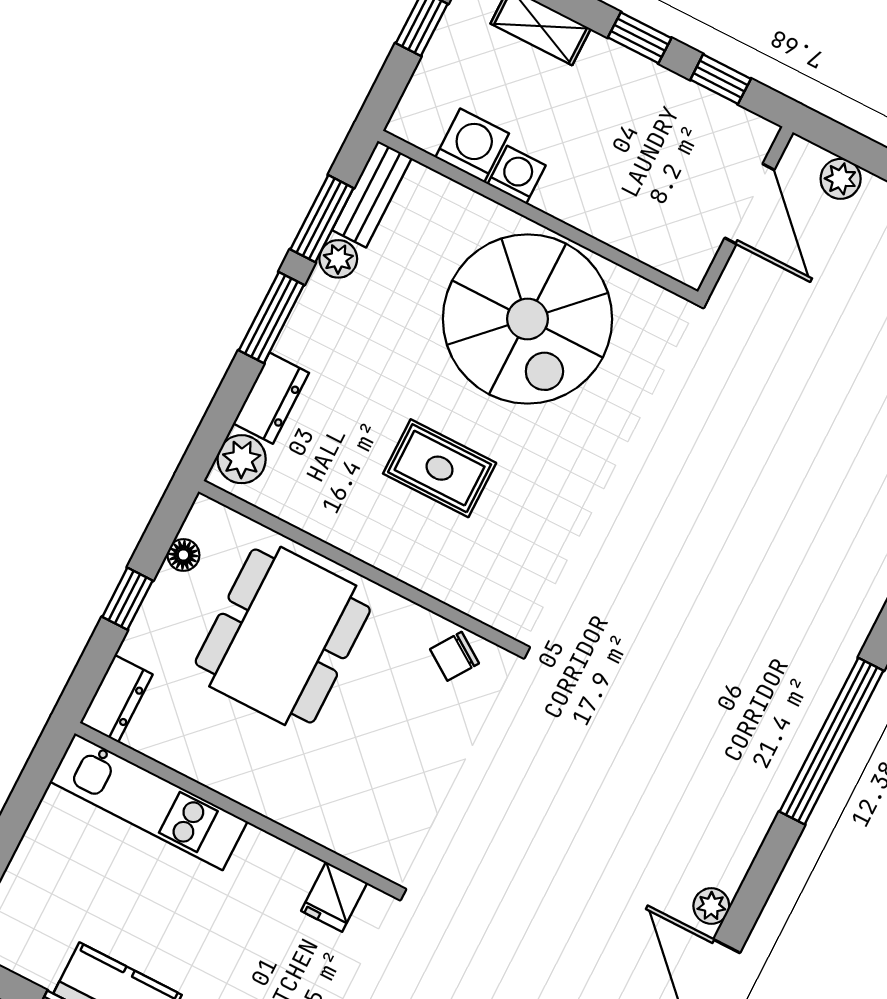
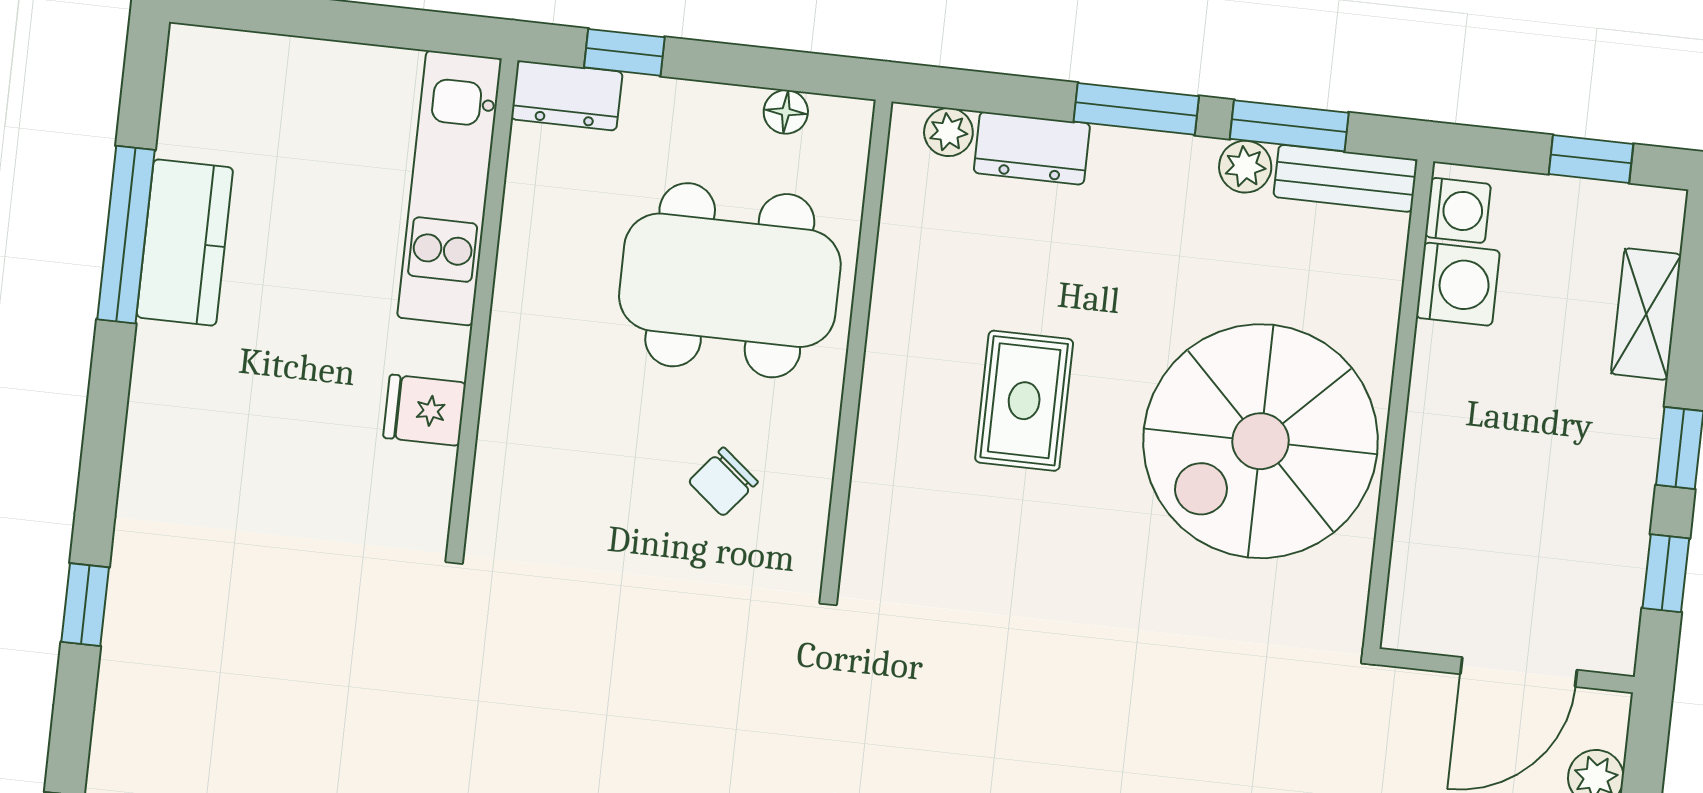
washing machine: (517, 175) -> (1458, 210), moved
plant: (242, 459) -> (948, 132), width x0.73, depth x0.73
window: (127, 599) -> (624, 52), moved
chair: (455, 656) -> (723, 482), moved, turned -85
fridge: (334, 897) -> (425, 410), moved

